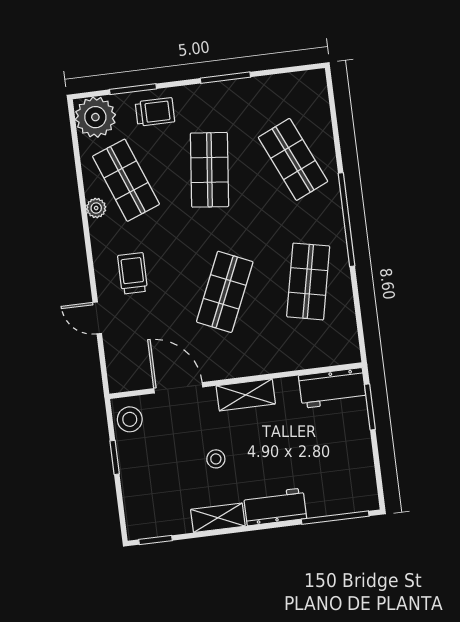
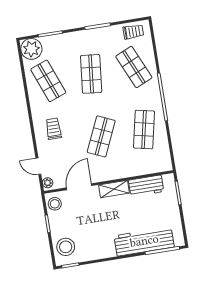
trolley: (155, 112) -> (133, 32), moved
plant: (96, 208) -> (48, 183), moved
door: (97, 318) -> (38, 166), moved
door: (178, 388) -> (79, 187), hinge flipped
workbench: (332, 388) -> (146, 186), moved
stool: (216, 459) -> (66, 247), moved, width x1.89, depth x1.89
workbench: (275, 507) -> (144, 241), width x1.88, depth x1.32
shelving: (218, 518) -> (102, 253), removed

